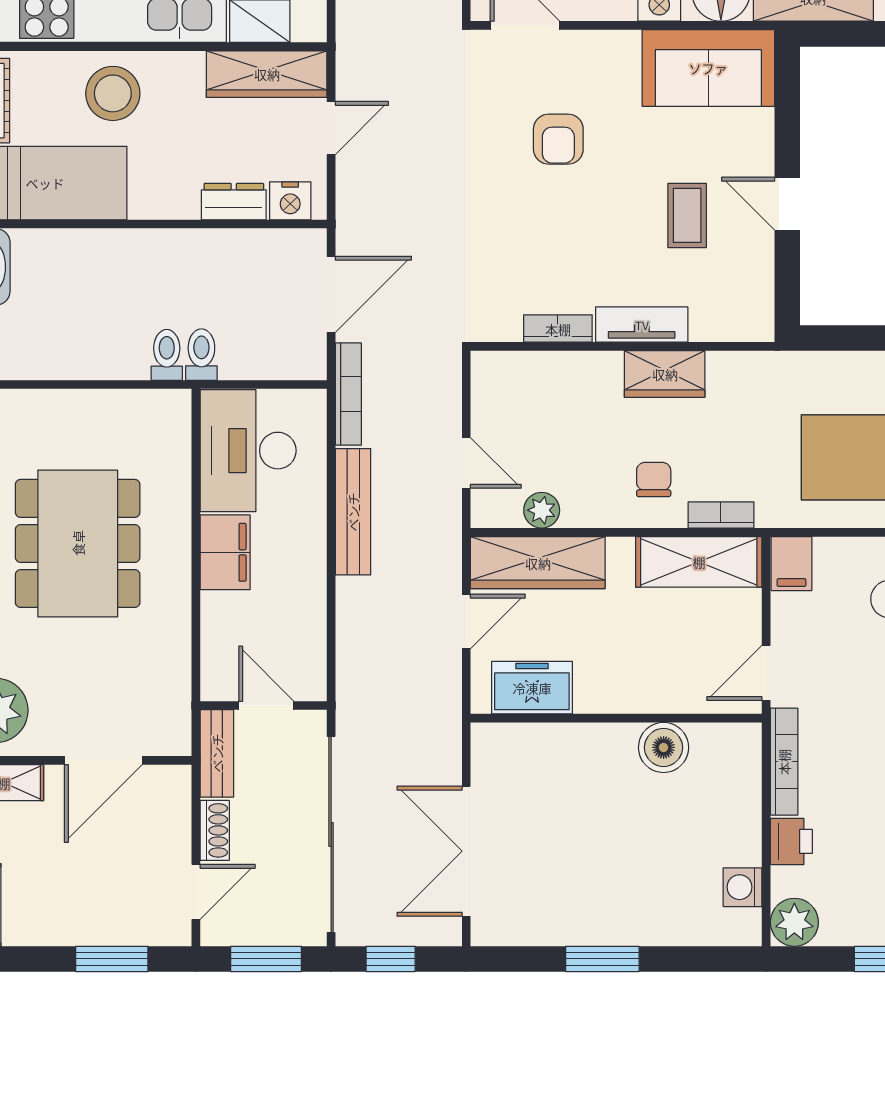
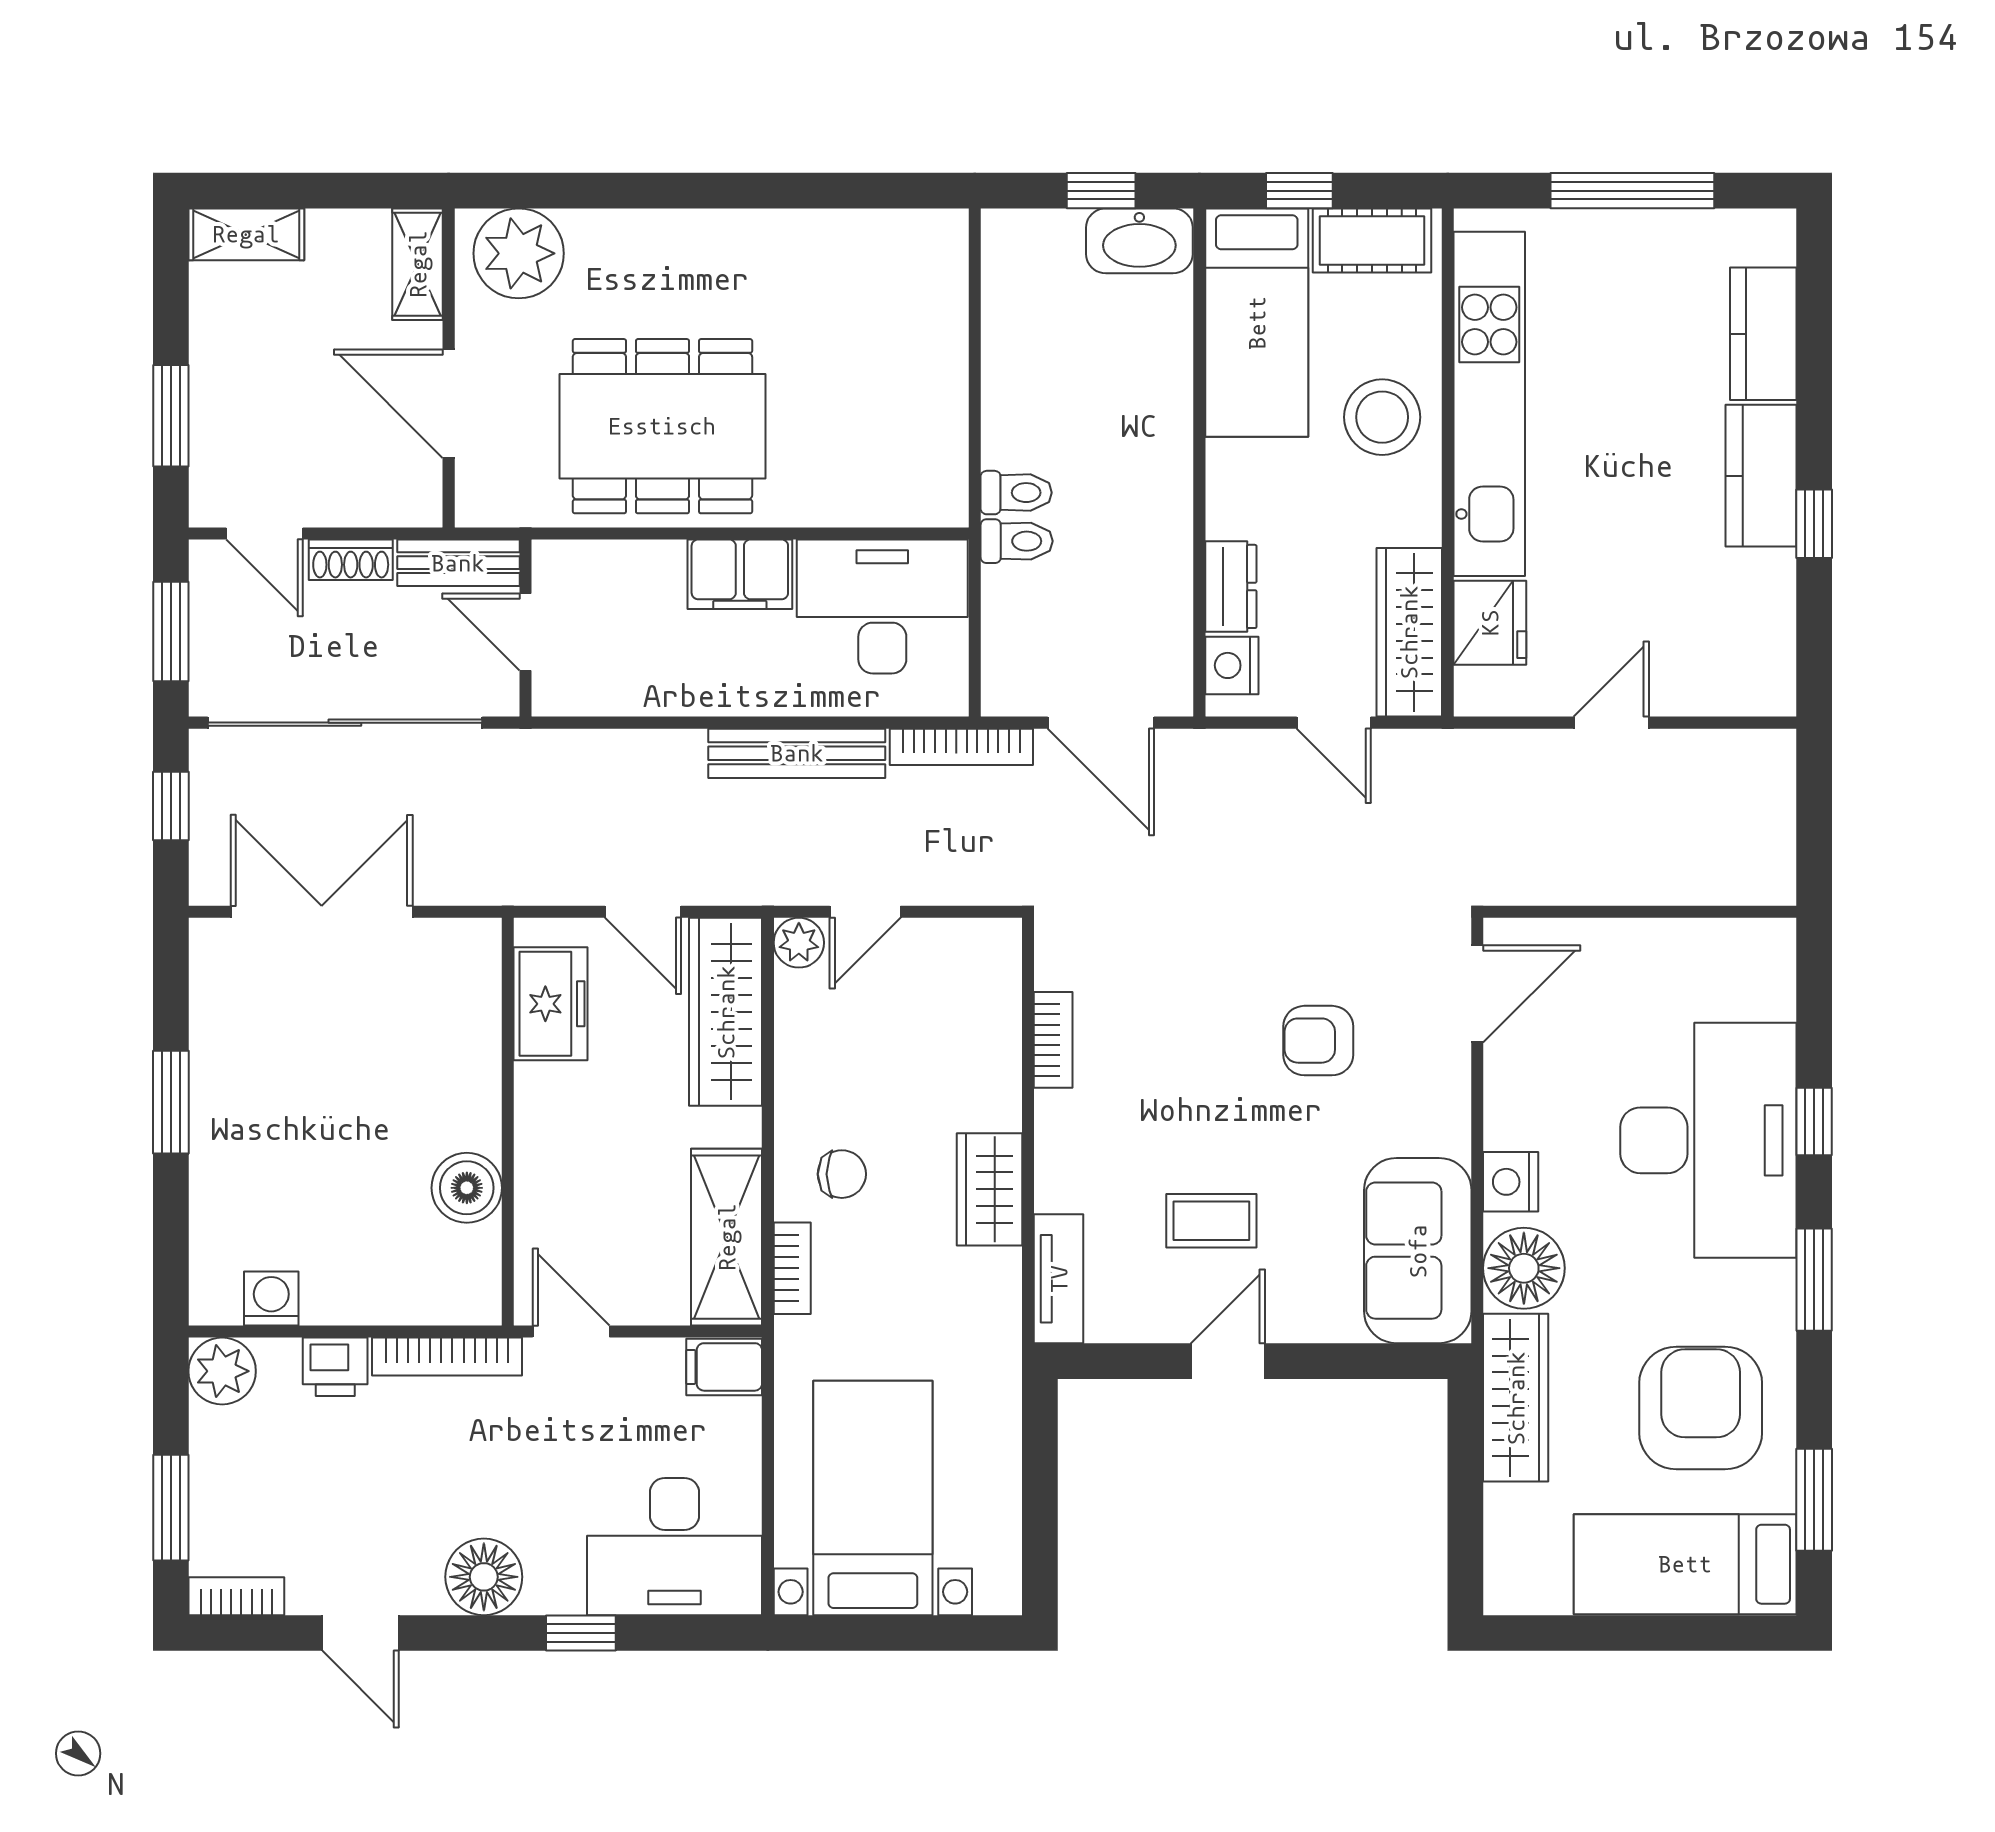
tv unit: (642, 325) -> (1059, 1279), moved
plant: (542, 510) -> (799, 943), moved
dining table: (78, 543) -> (662, 426), moved
door: (266, 706) -> (525, 632), swing flipped

